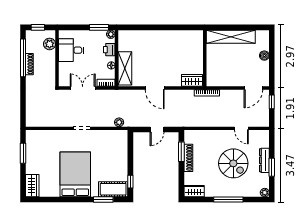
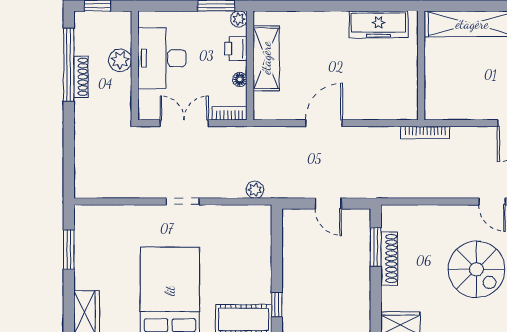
freezer: (183, 37) -> (378, 24), added
plant: (50, 44) -> (120, 60), moved
desk: (71, 50) -> (162, 58), width x1.37
shelving: (125, 68) -> (266, 58), moved
wardrobe: (192, 80) -> (396, 108), removed
door: (155, 88) -> (324, 123), swing flipped
door: (157, 129) -> (328, 203), hinge flipped

